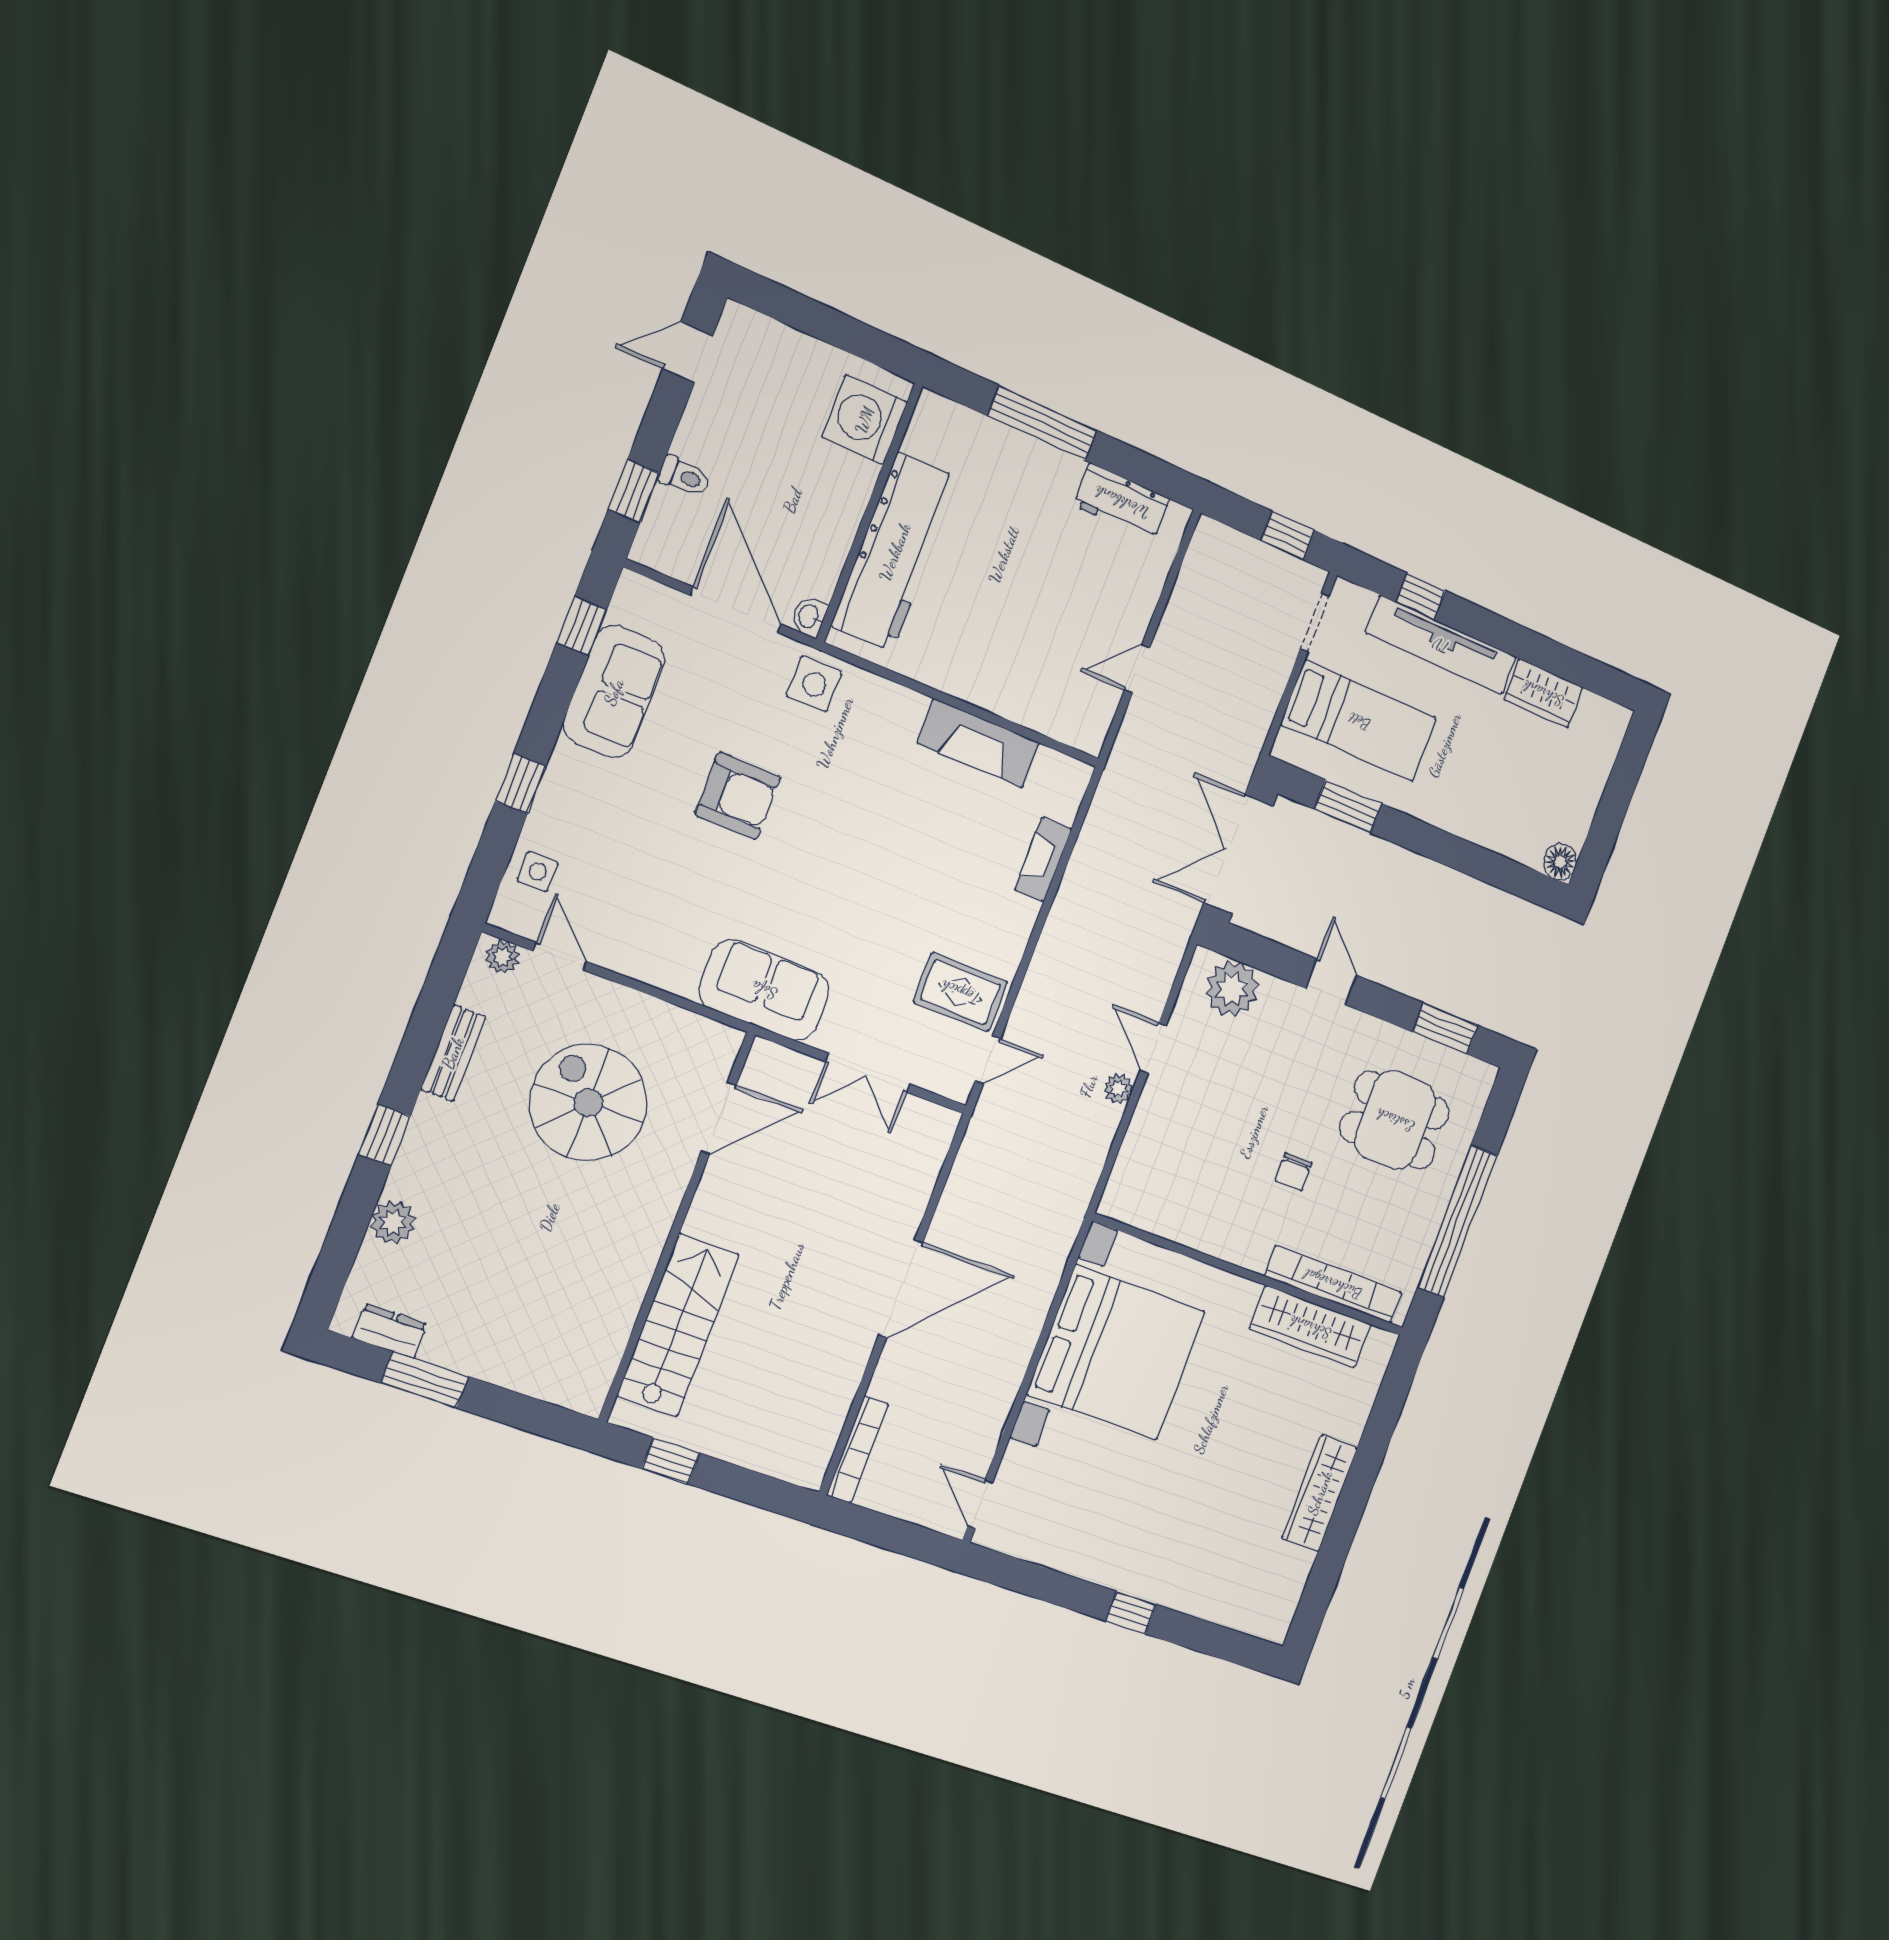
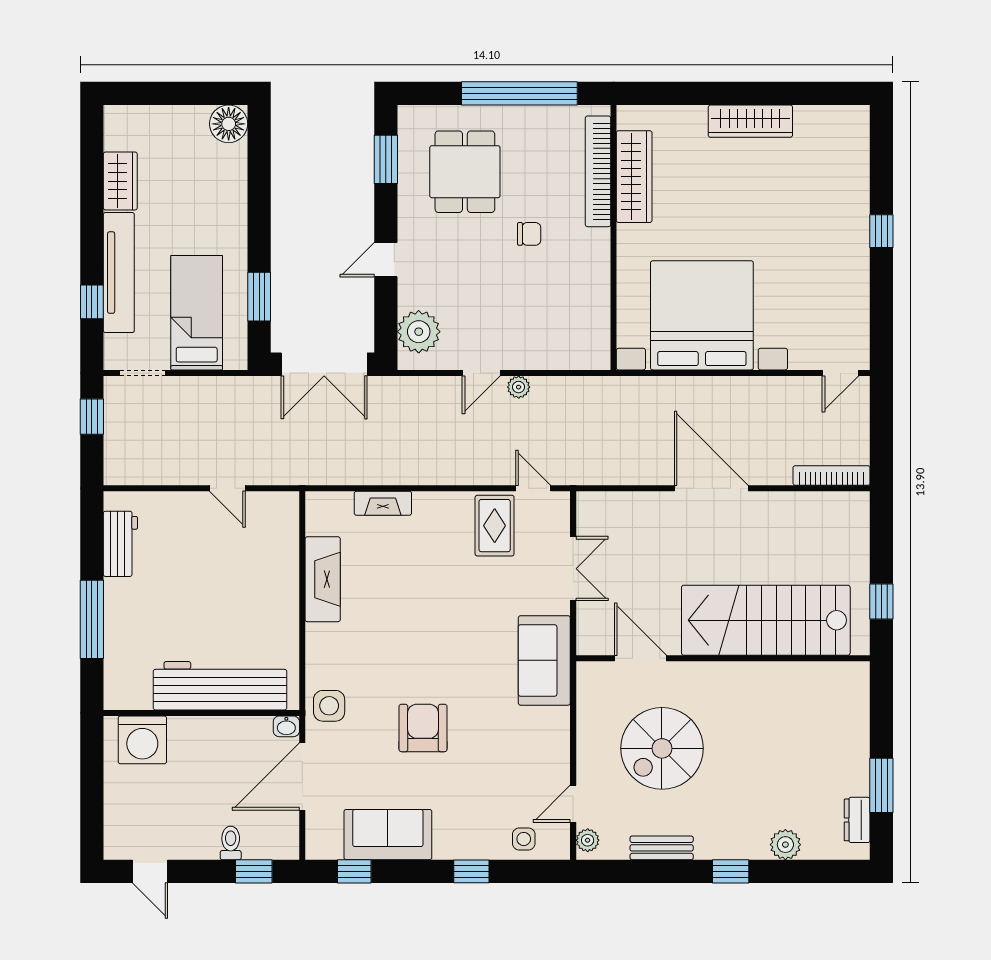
floor lamp: (1560, 862) -> (229, 124), width x1.38, depth x1.38
stairs: (678, 1325) -> (766, 620), width x1.36, depth x1.51

